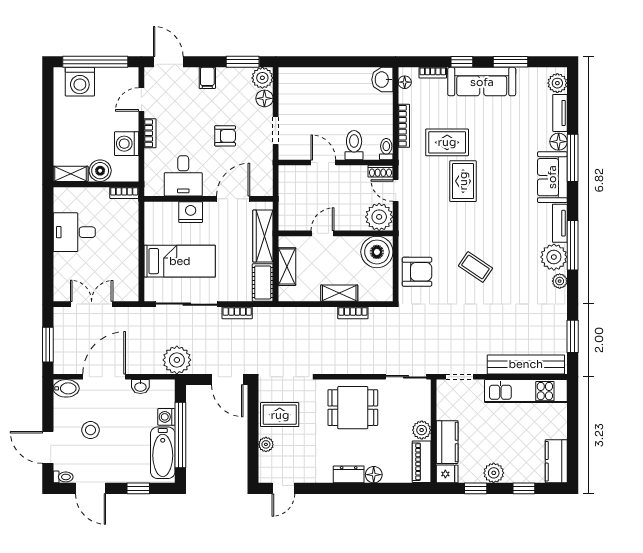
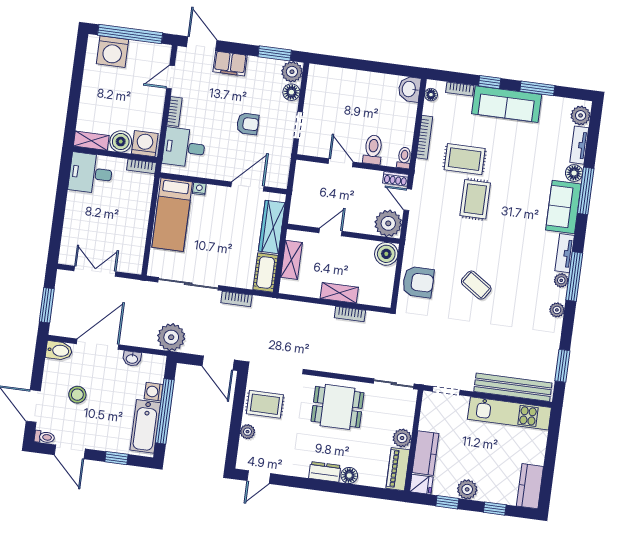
filing cabinet: (207, 78) -> (230, 64), width x2.00
washing machine: (127, 144) -> (145, 144), moved, turned 90
desk: (183, 176) -> (184, 148), moved, turned 90
nightstand: (191, 212) -> (199, 189), width x0.53, depth x0.56
desk: (74, 232) -> (91, 173), moved
boiler: (377, 252) -> (386, 254), width x0.73, depth x0.73
plant: (554, 257) -> (561, 280), width x0.53, depth x0.53
bed: (180, 261) -> (172, 215), moved, turned 90

